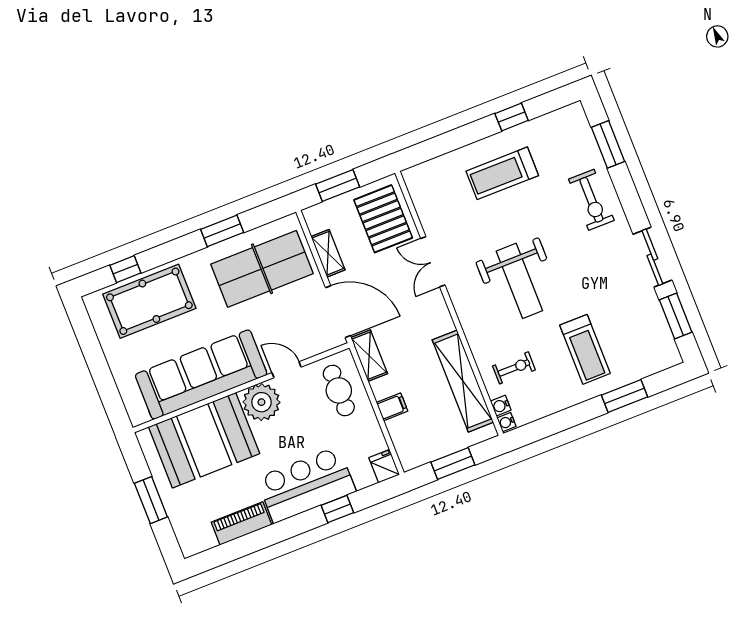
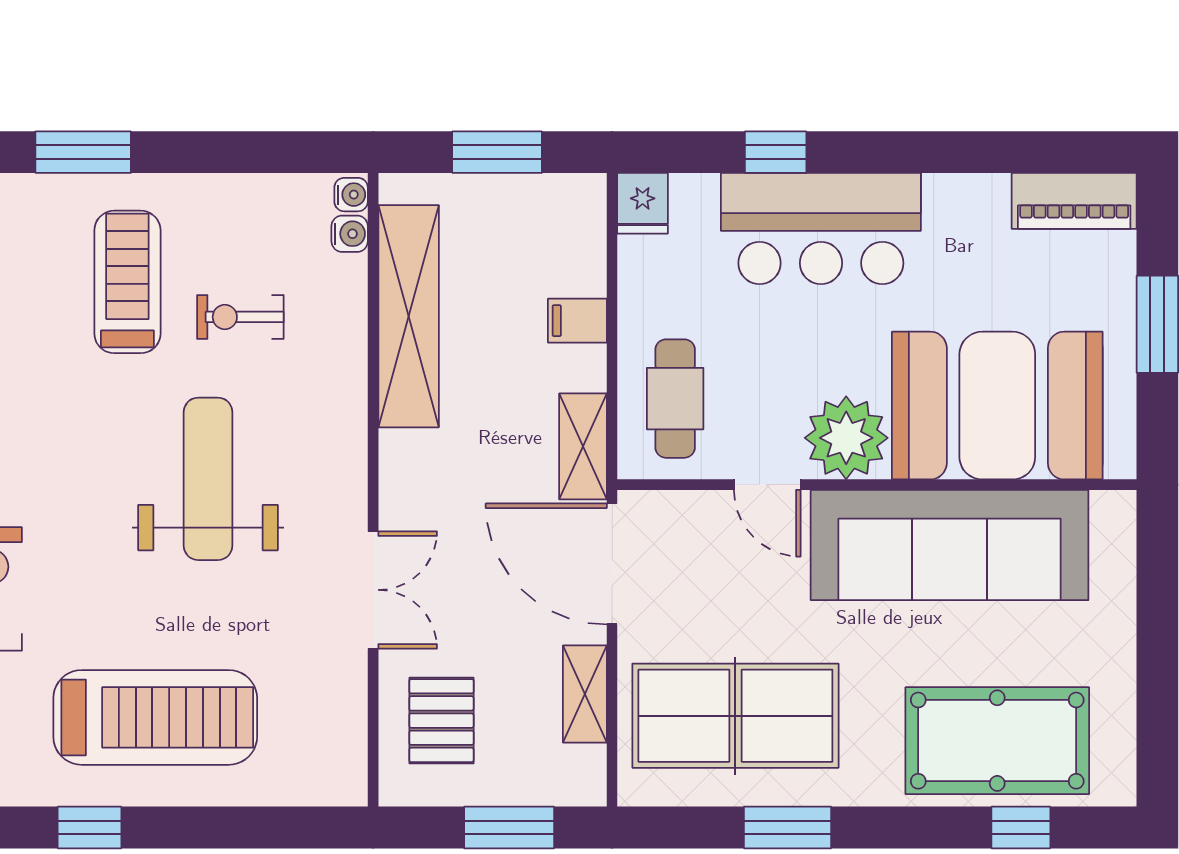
treadmill: (502, 173) -> (155, 717), width x1.37, depth x1.38
pallet: (383, 219) -> (441, 721), width x0.67, depth x0.71
exercise bike: (514, 368) -> (240, 317), moved
piano: (241, 523) -> (1074, 201), moved

